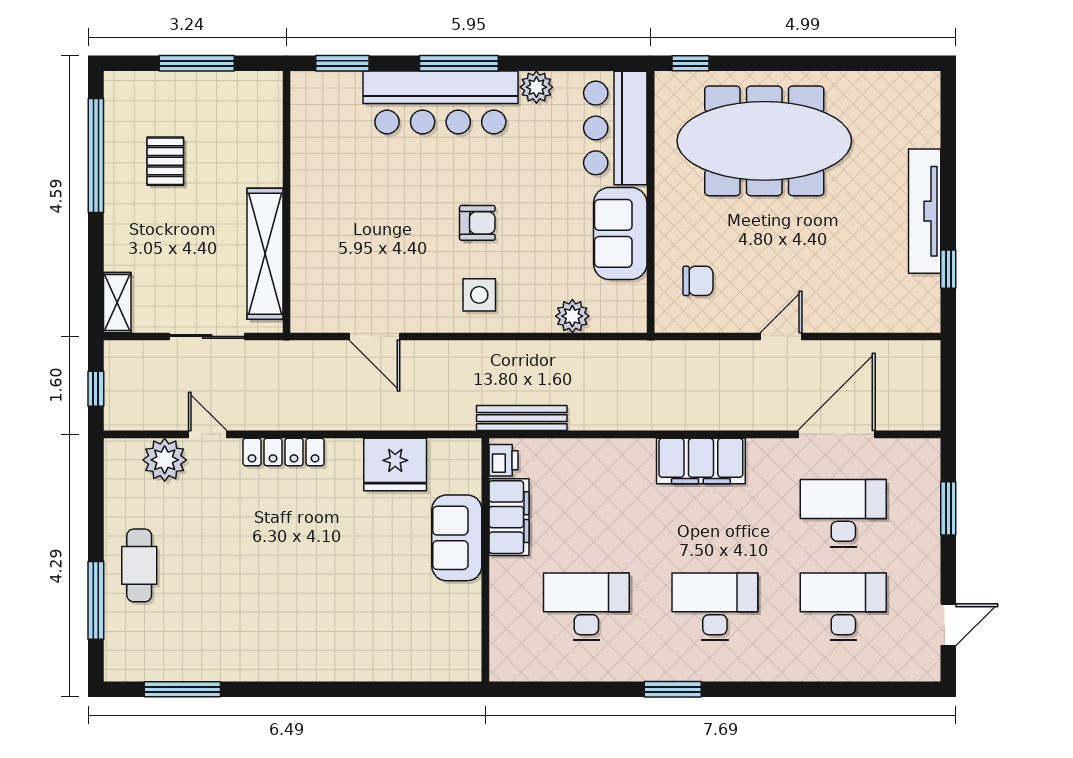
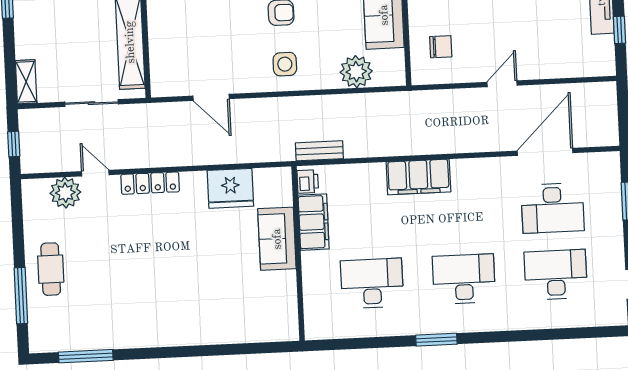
plant: (572, 316) -> (356, 72), width x1.36, depth x1.36
bench: (522, 418) -> (319, 151), width x0.73
filing cabinet: (701, 461) -> (418, 177), moved
desk: (843, 513) -> (553, 208), turned 180

